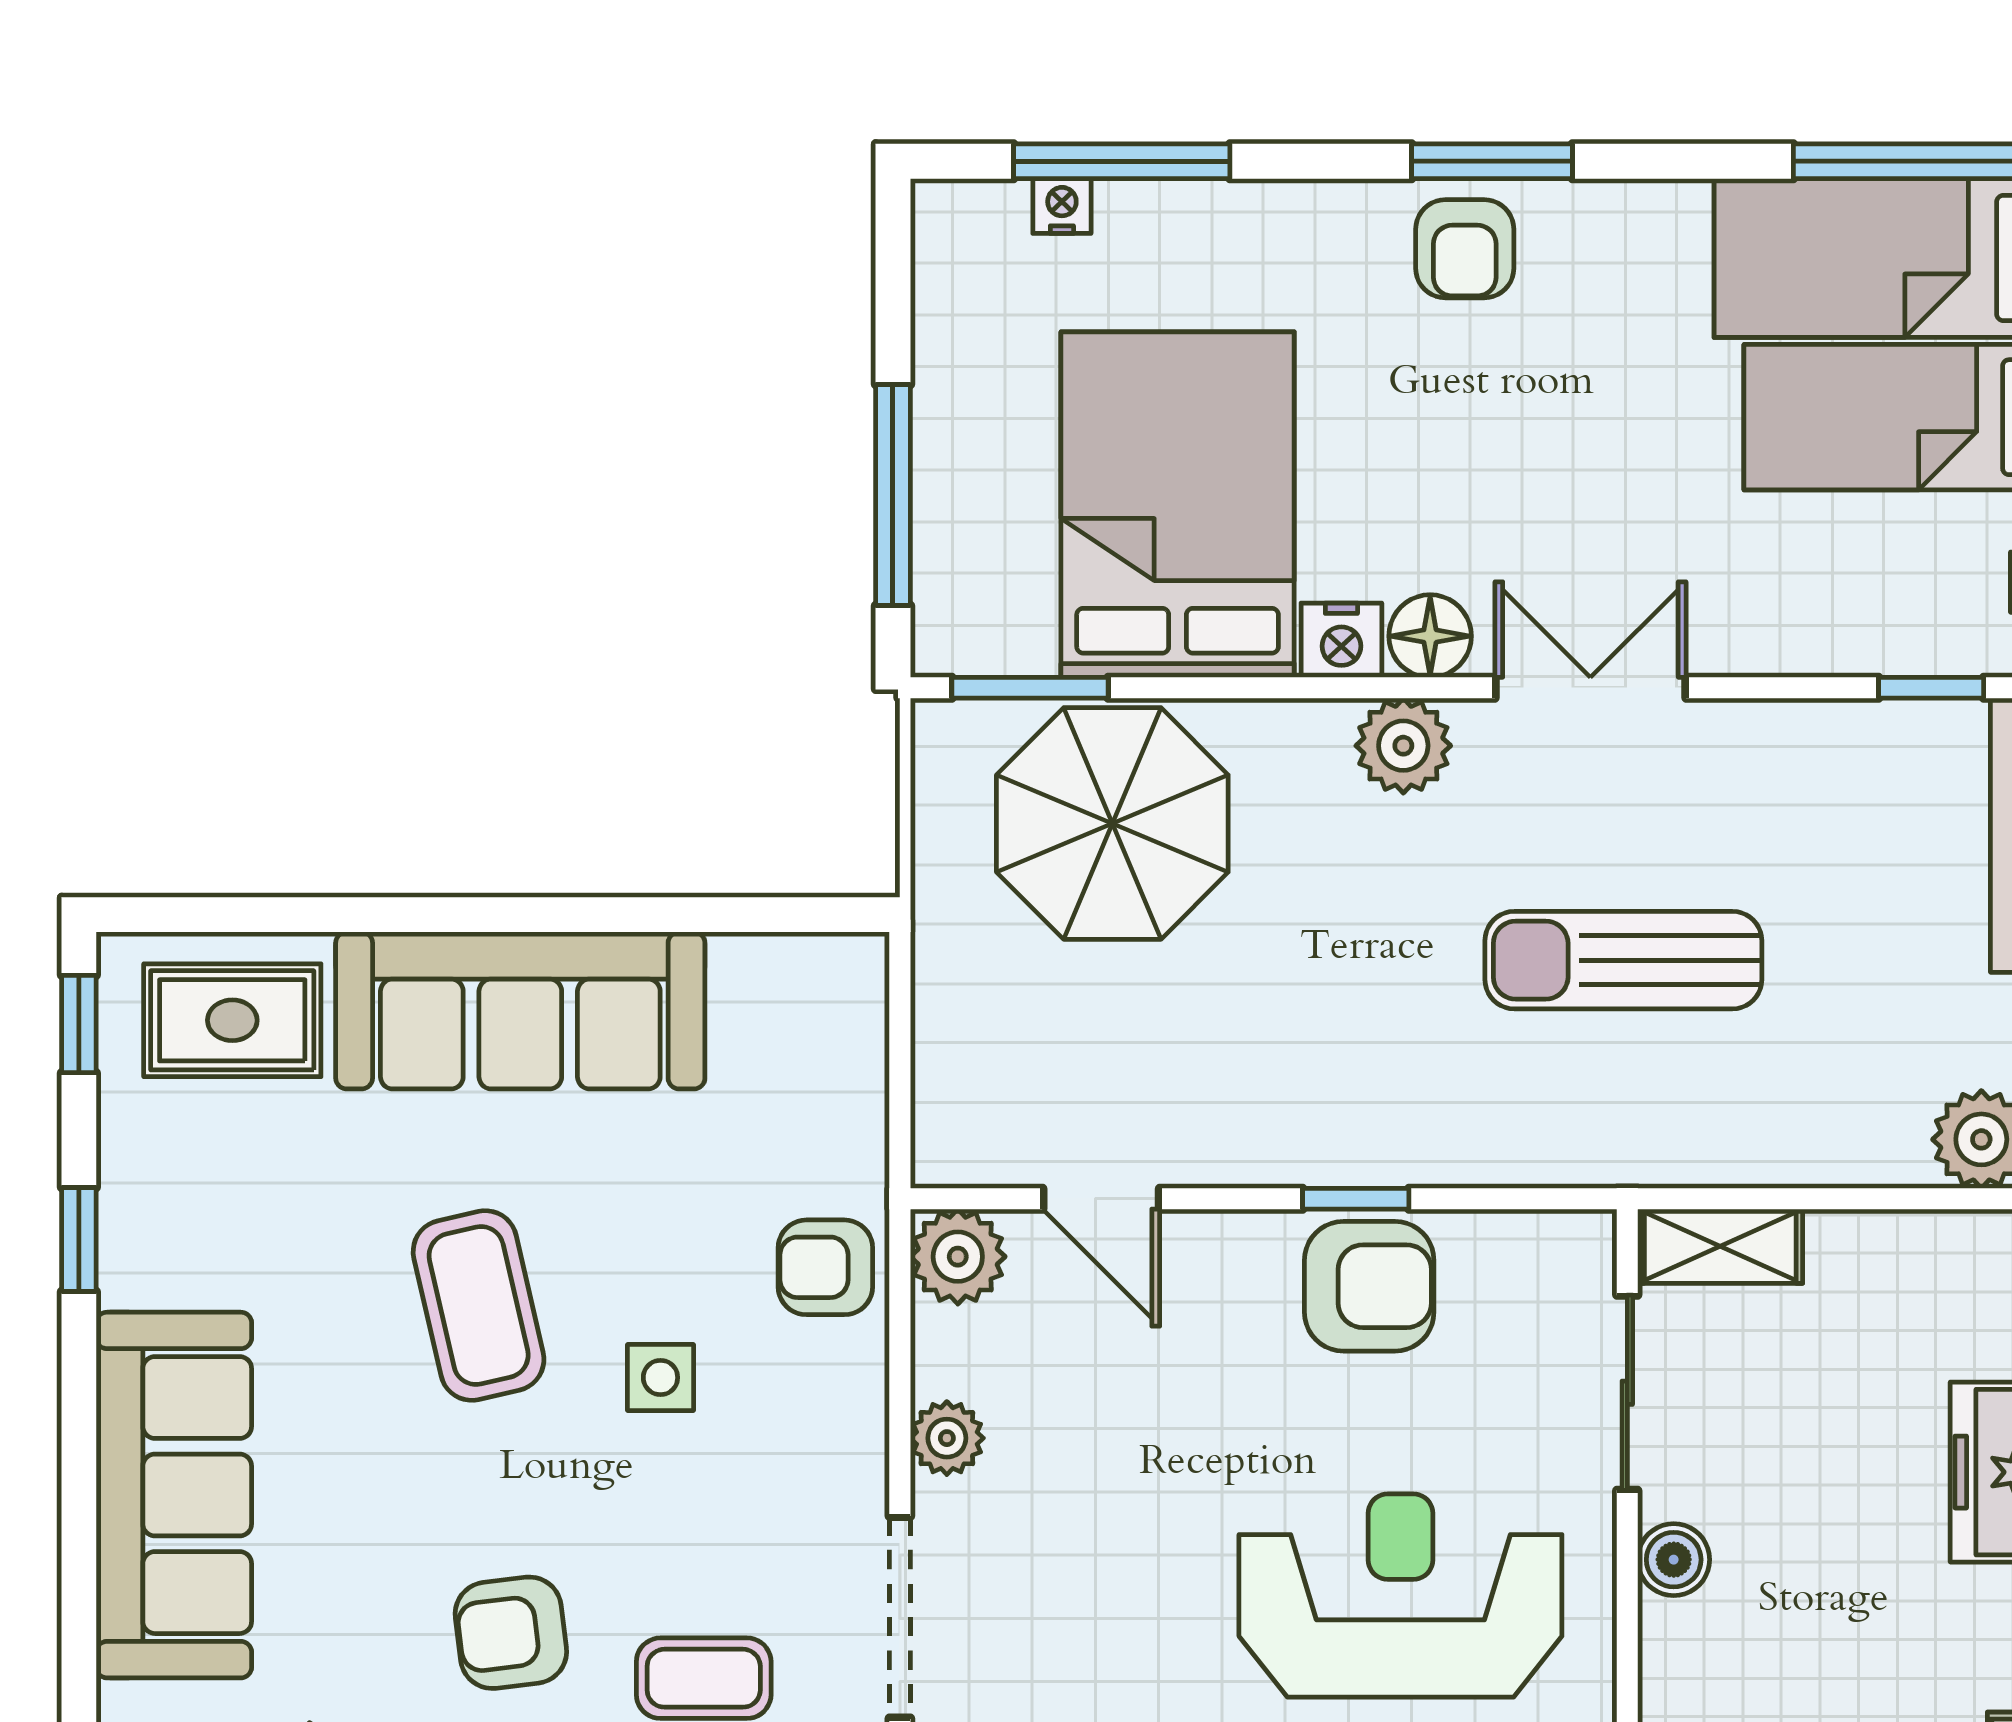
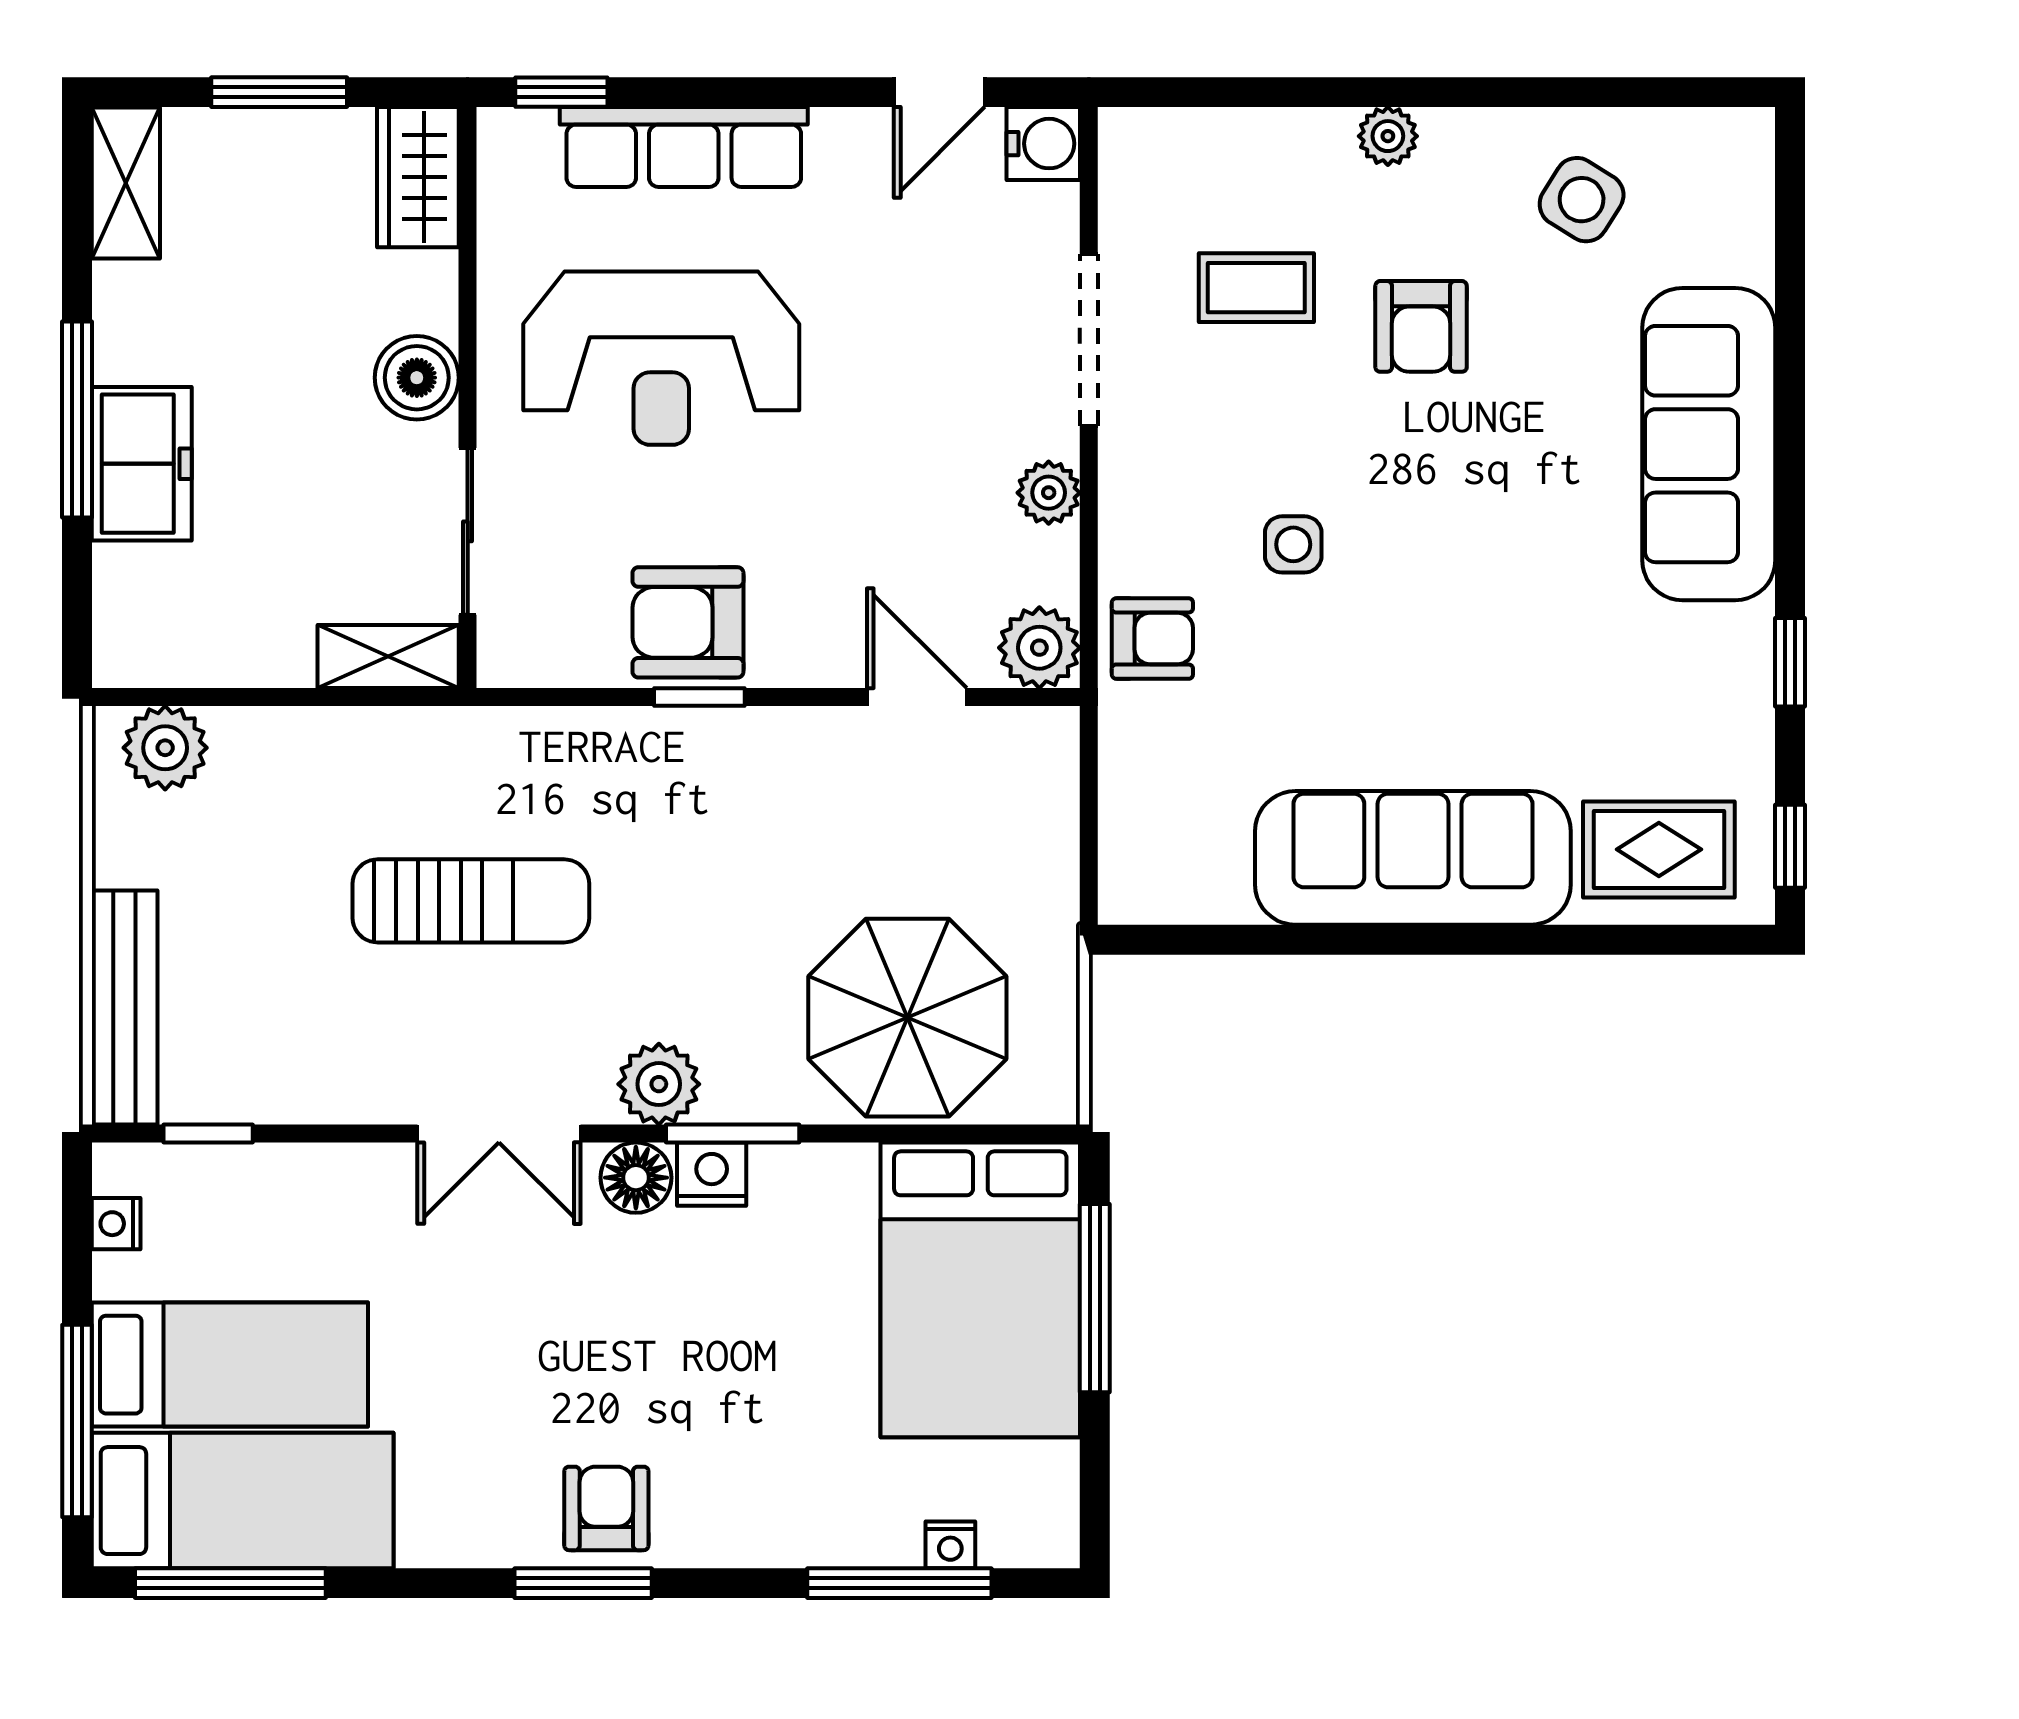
bed: (1178, 505) -> (980, 1290), moved
window: (1030, 688) -> (733, 1133), moved
coffee table: (479, 1305) -> (1449, 606), removed
boiler: (1674, 1560) -> (417, 378), width x1.36, depth x1.36
armchair: (511, 1633) -> (1421, 326), turned 97

